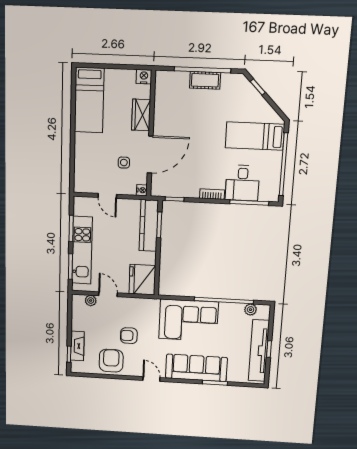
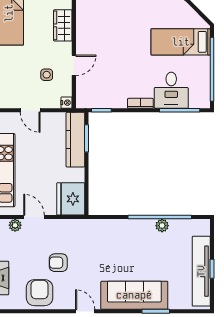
door: (150, 155) -> (74, 65), width x0.53
plant: (251, 310) -> (162, 226), moved
corner sofa: (188, 320) -> (123, 241), removed

